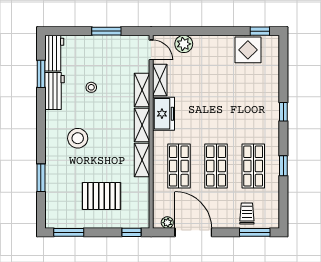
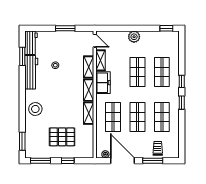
plant: (184, 44) -> (134, 37), moved
display table: (248, 50) -> (159, 41), removed
workbench: (55, 91) -> (31, 72), width x1.38
shop shelf: (216, 98) -> (137, 72), added
shop shelf: (253, 98) -> (162, 72), added
stool: (78, 138) -> (35, 109), moved
window: (283, 166) -> (182, 103), moved
window: (41, 178) -> (22, 141), moved
window: (132, 232) -> (68, 161), moved
window: (255, 232) -> (153, 161), moved

